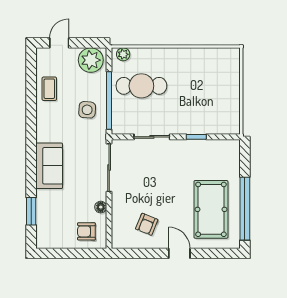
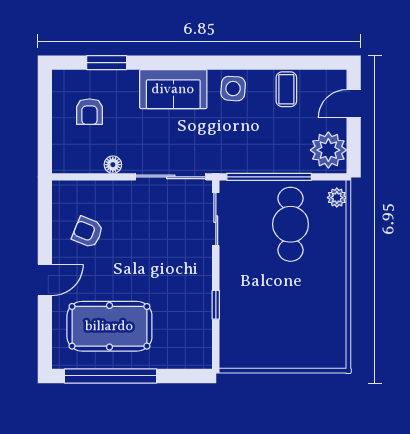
door: (59, 43) -> (354, 104), swing flipped
coffee table: (49, 89) -> (286, 89), turned 90
side table: (87, 110) -> (233, 89), moved
sliding door: (152, 137) -> (216, 219), moved
armchair: (86, 231) -> (89, 112), moved, turned 180

